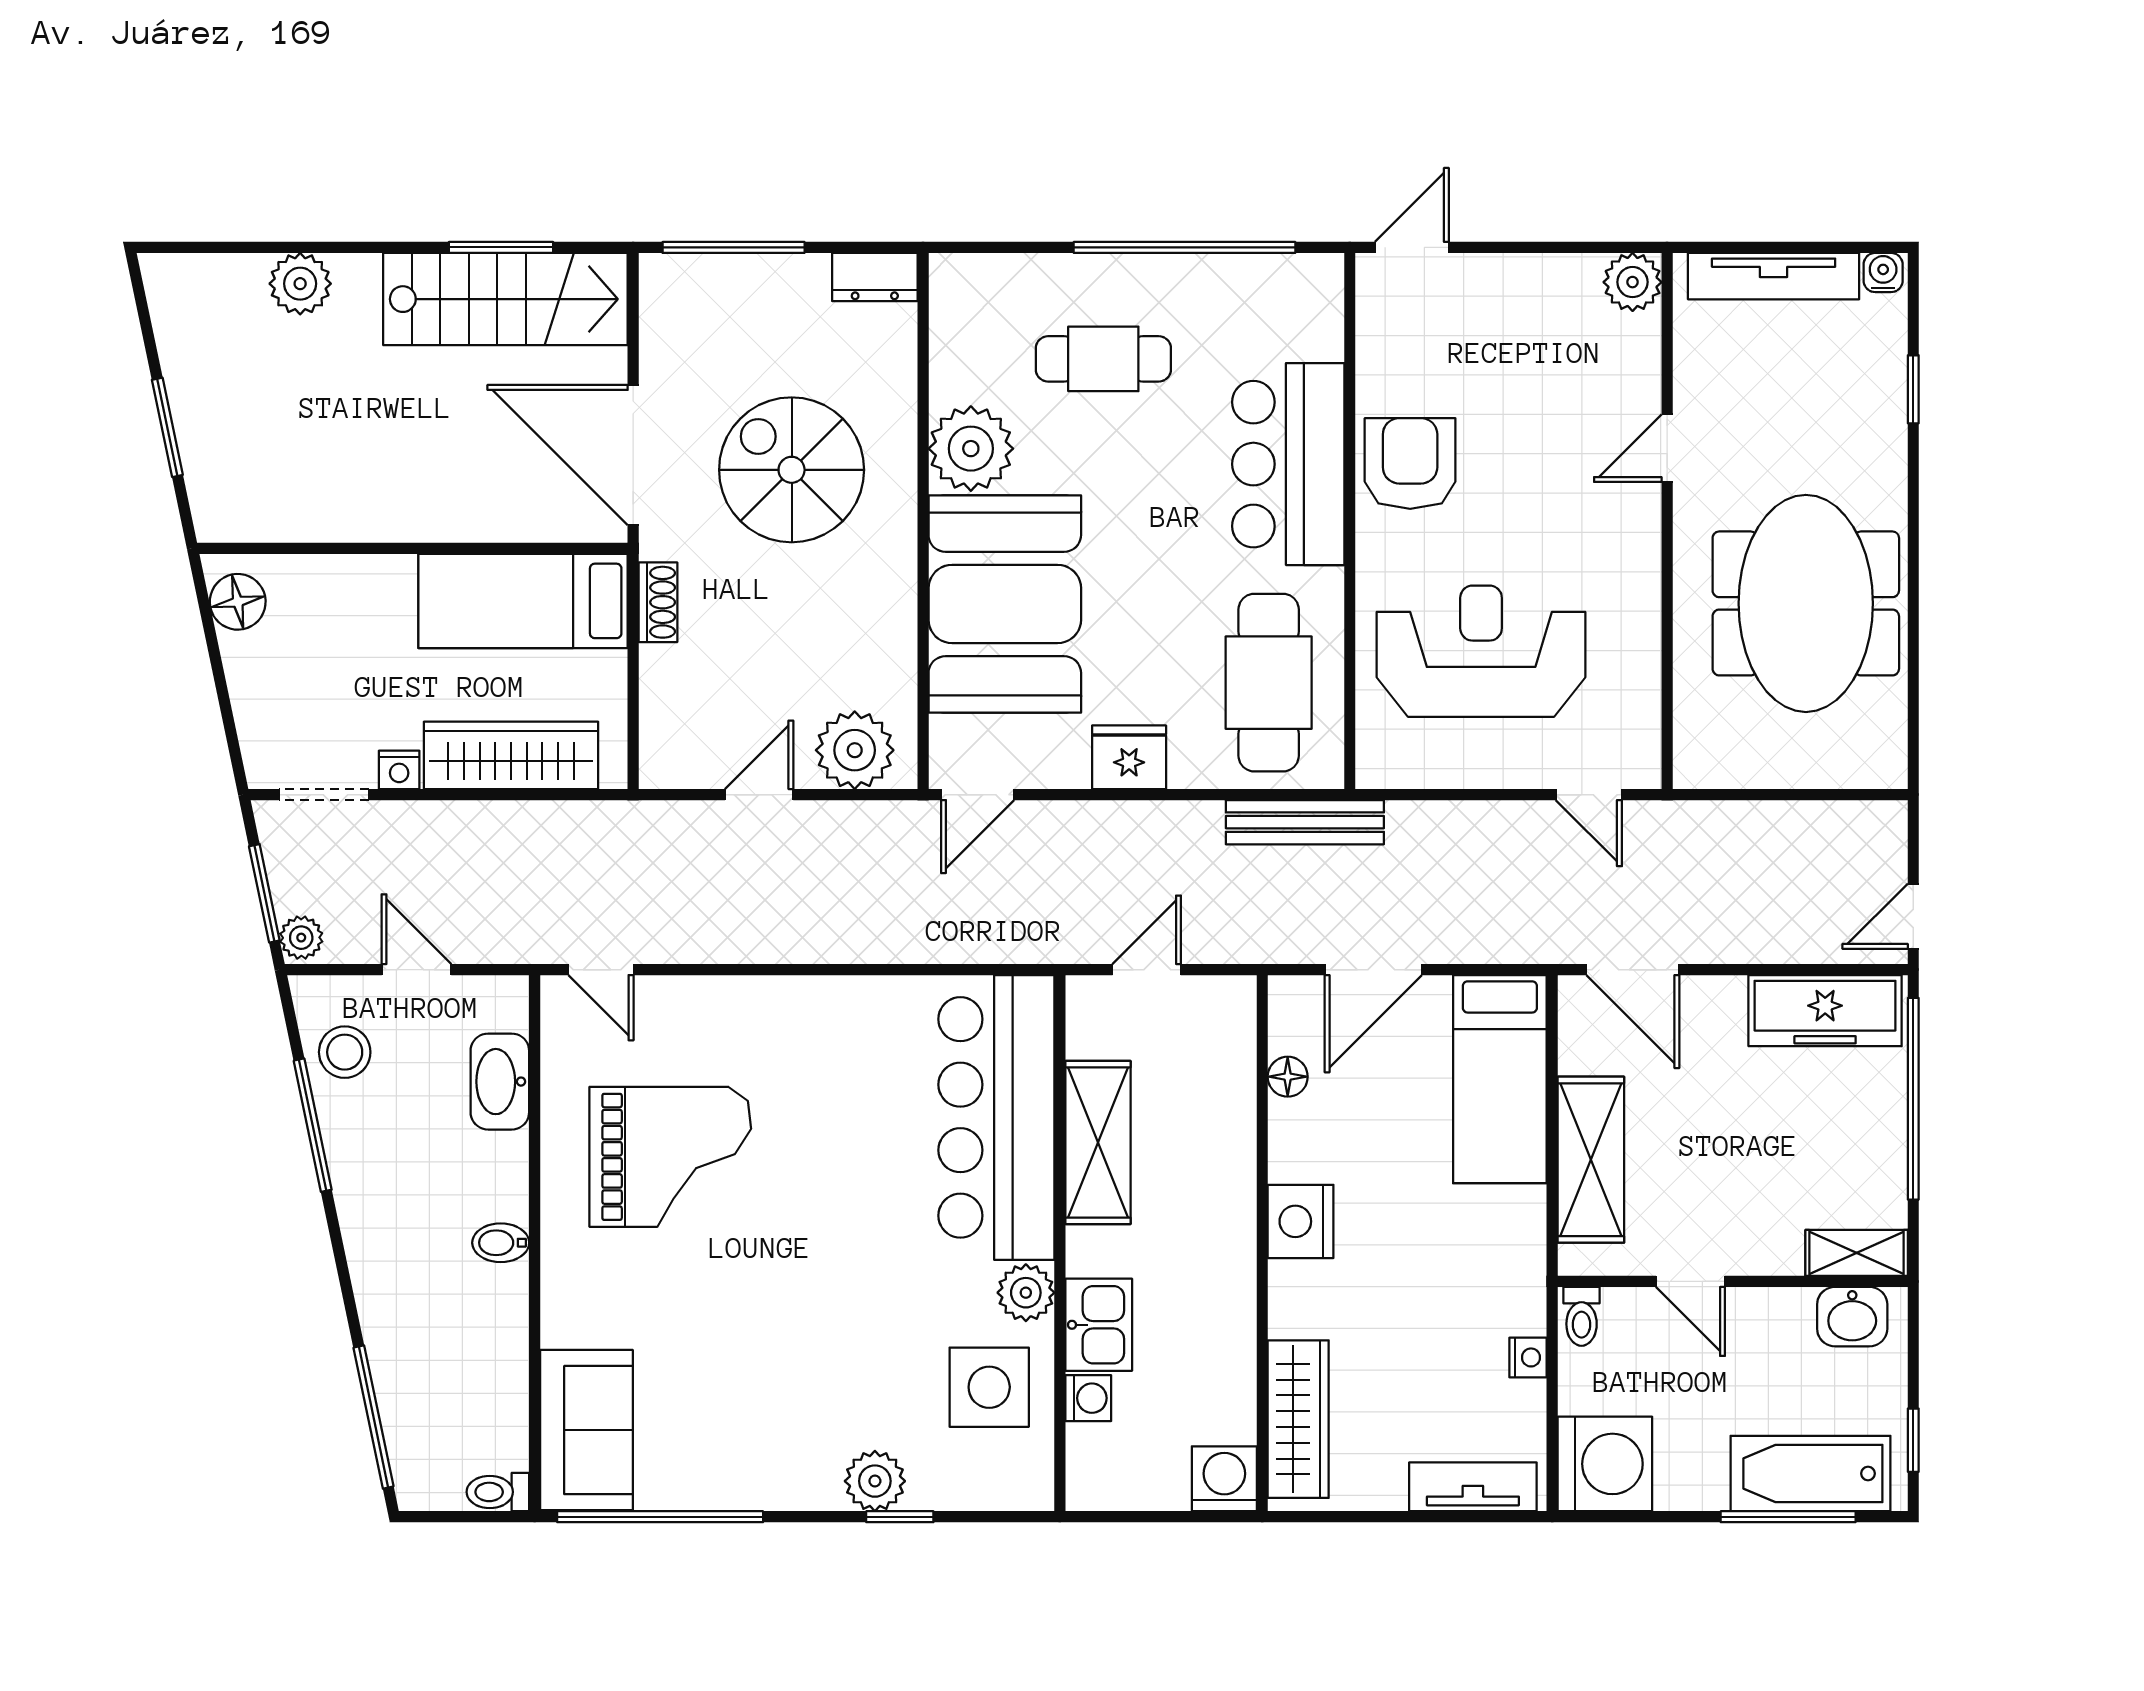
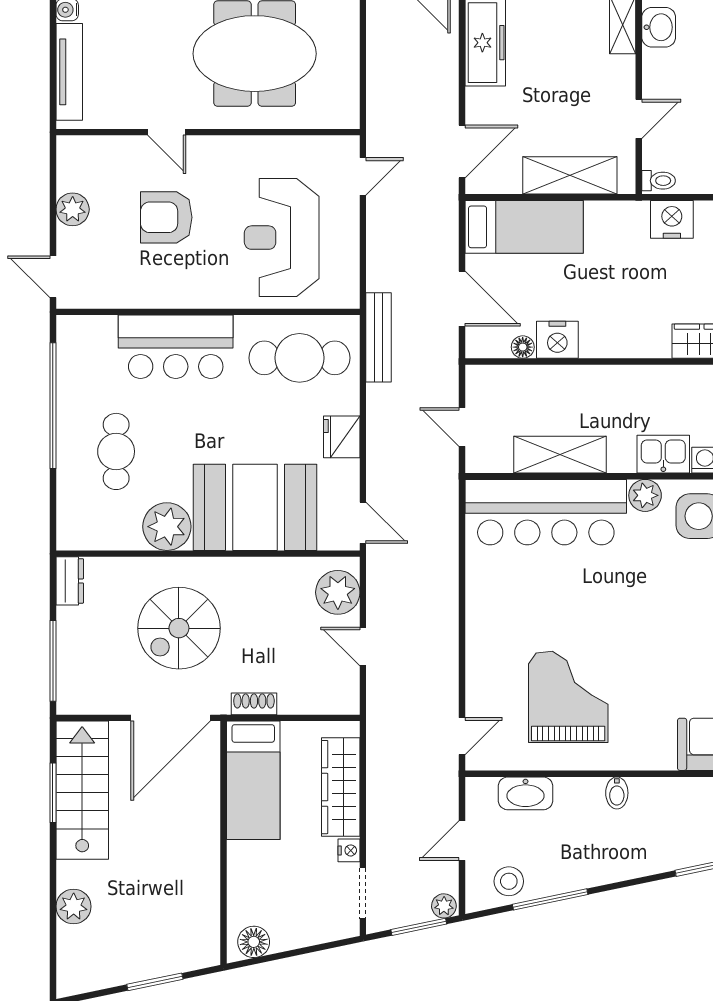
plant: (1633, 282) -> (73, 209), moved
armchair: (1410, 464) -> (166, 217), moved
nightstand: (1301, 1221) -> (557, 340), moved
nightstand: (1528, 1357) -> (672, 219), width x1.89, depth x1.79

